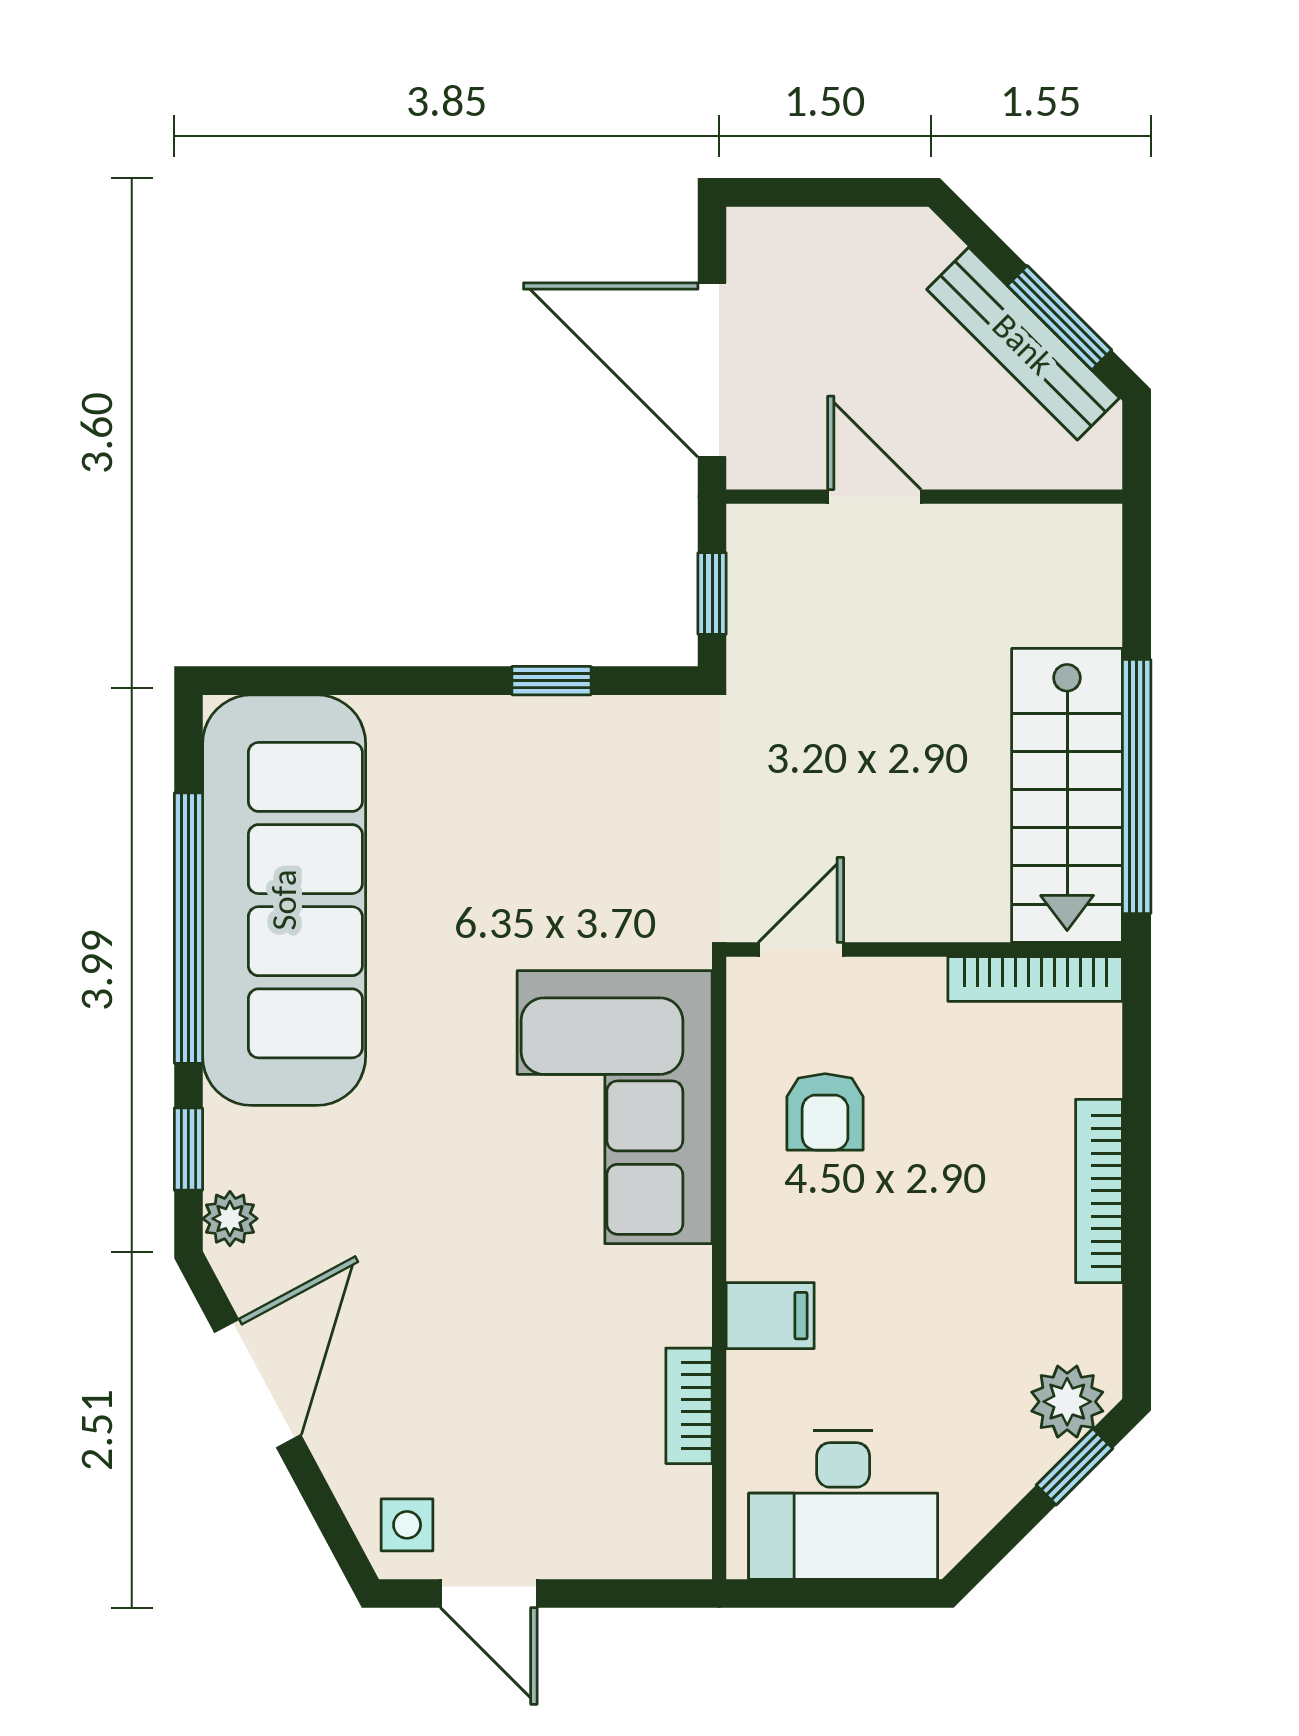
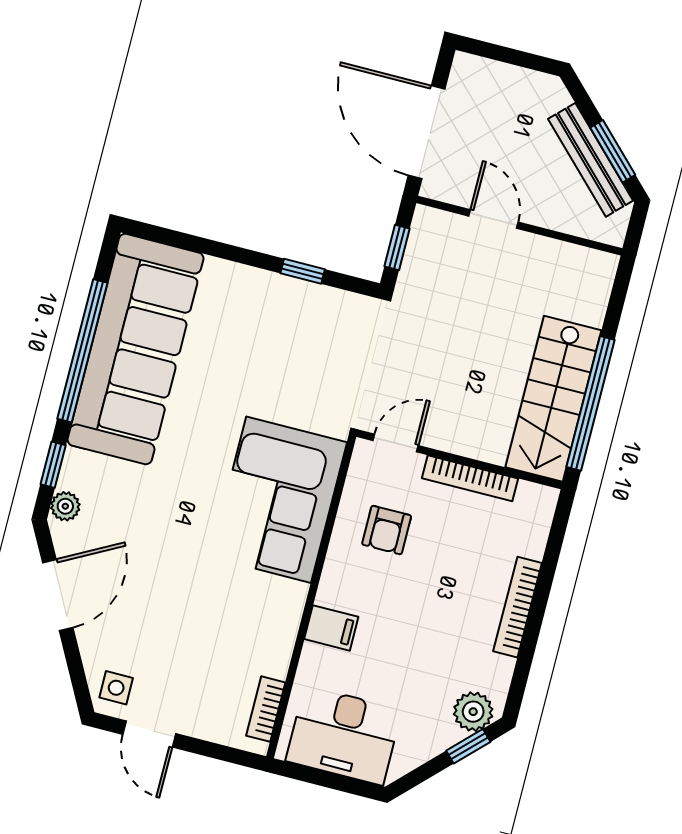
bookcase: (1035, 979) -> (470, 478), moved
bookcase: (689, 1406) -> (266, 709), moved

